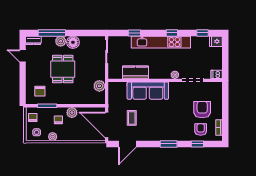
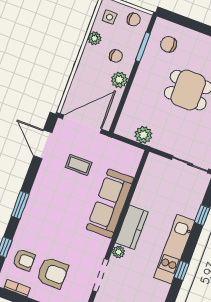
kitchen unit: (161, 42) -> (174, 249), width x0.73
kitchen counter: (135, 72) -> (132, 227), moved

